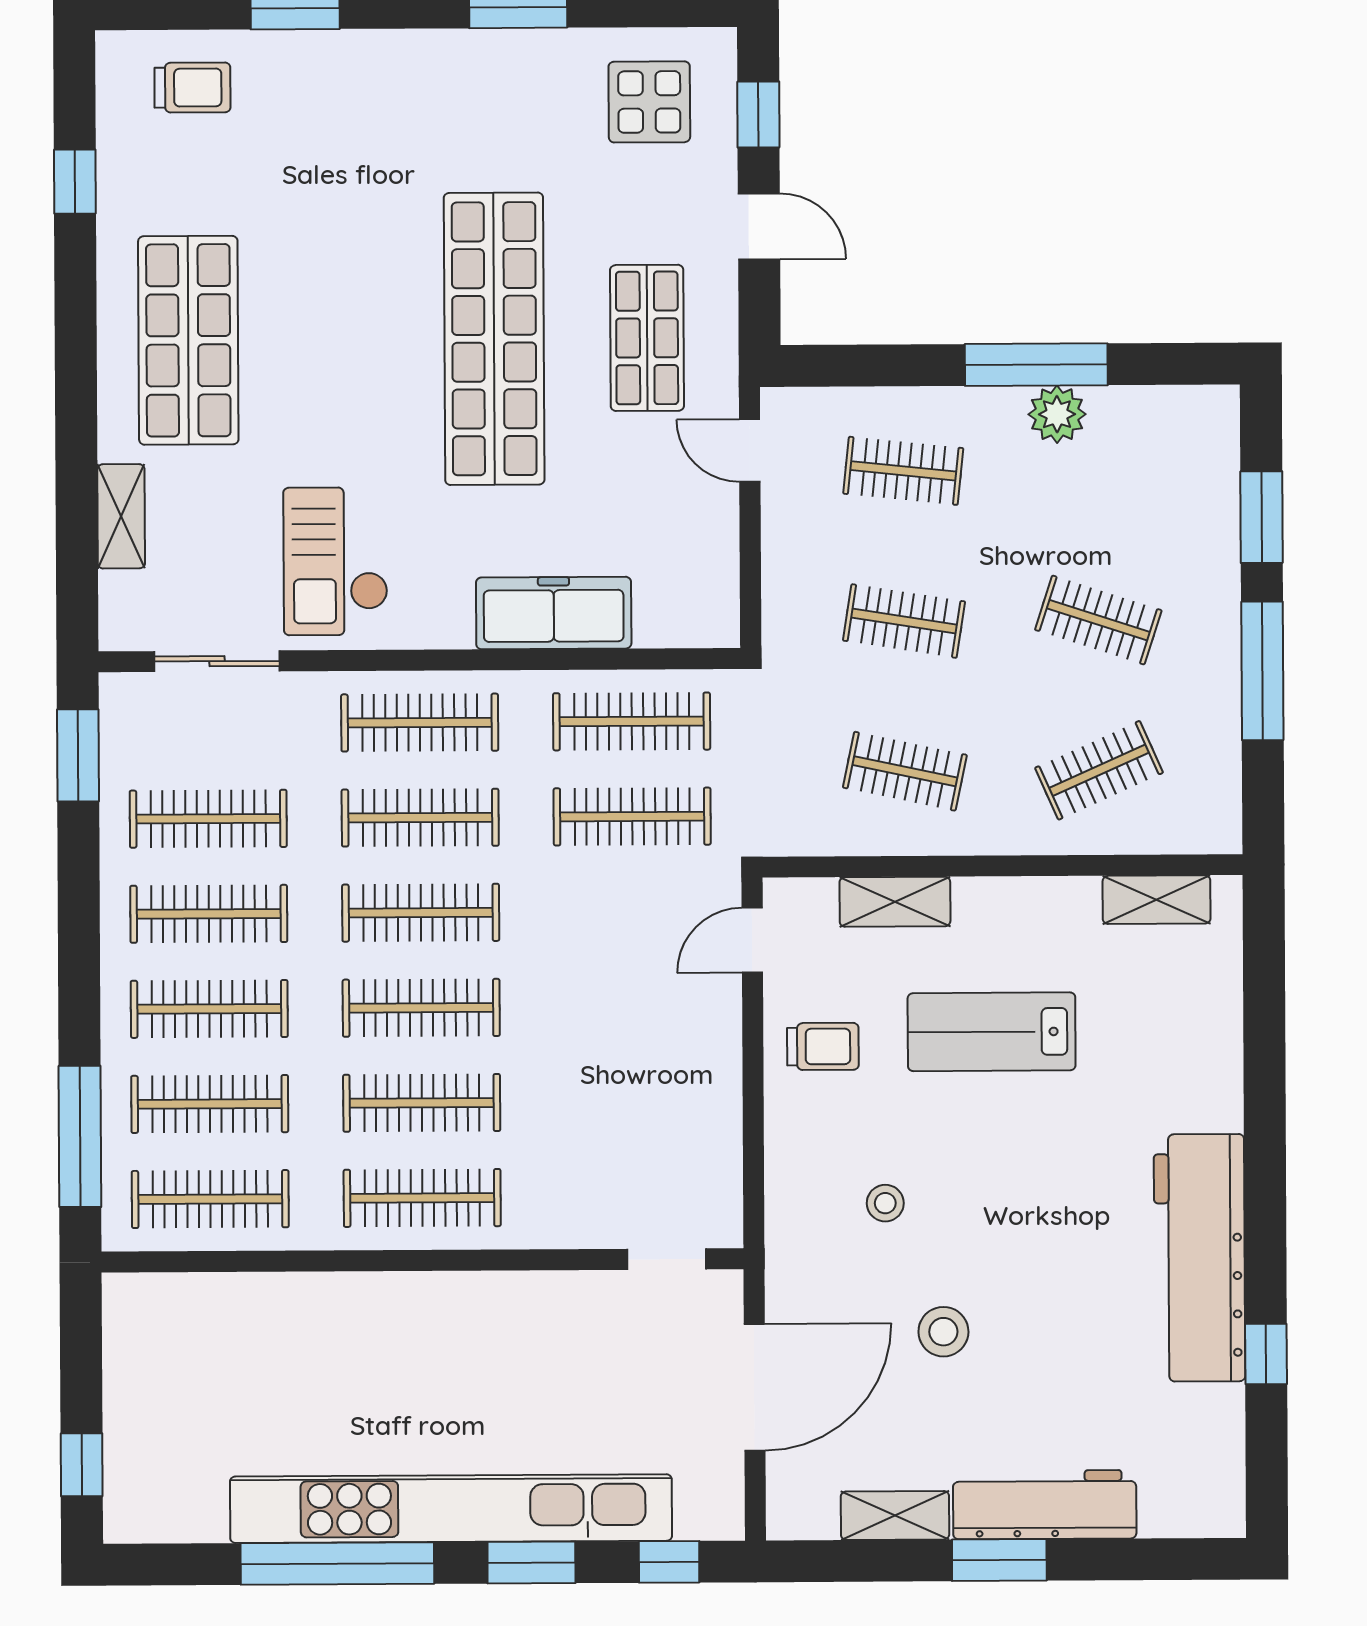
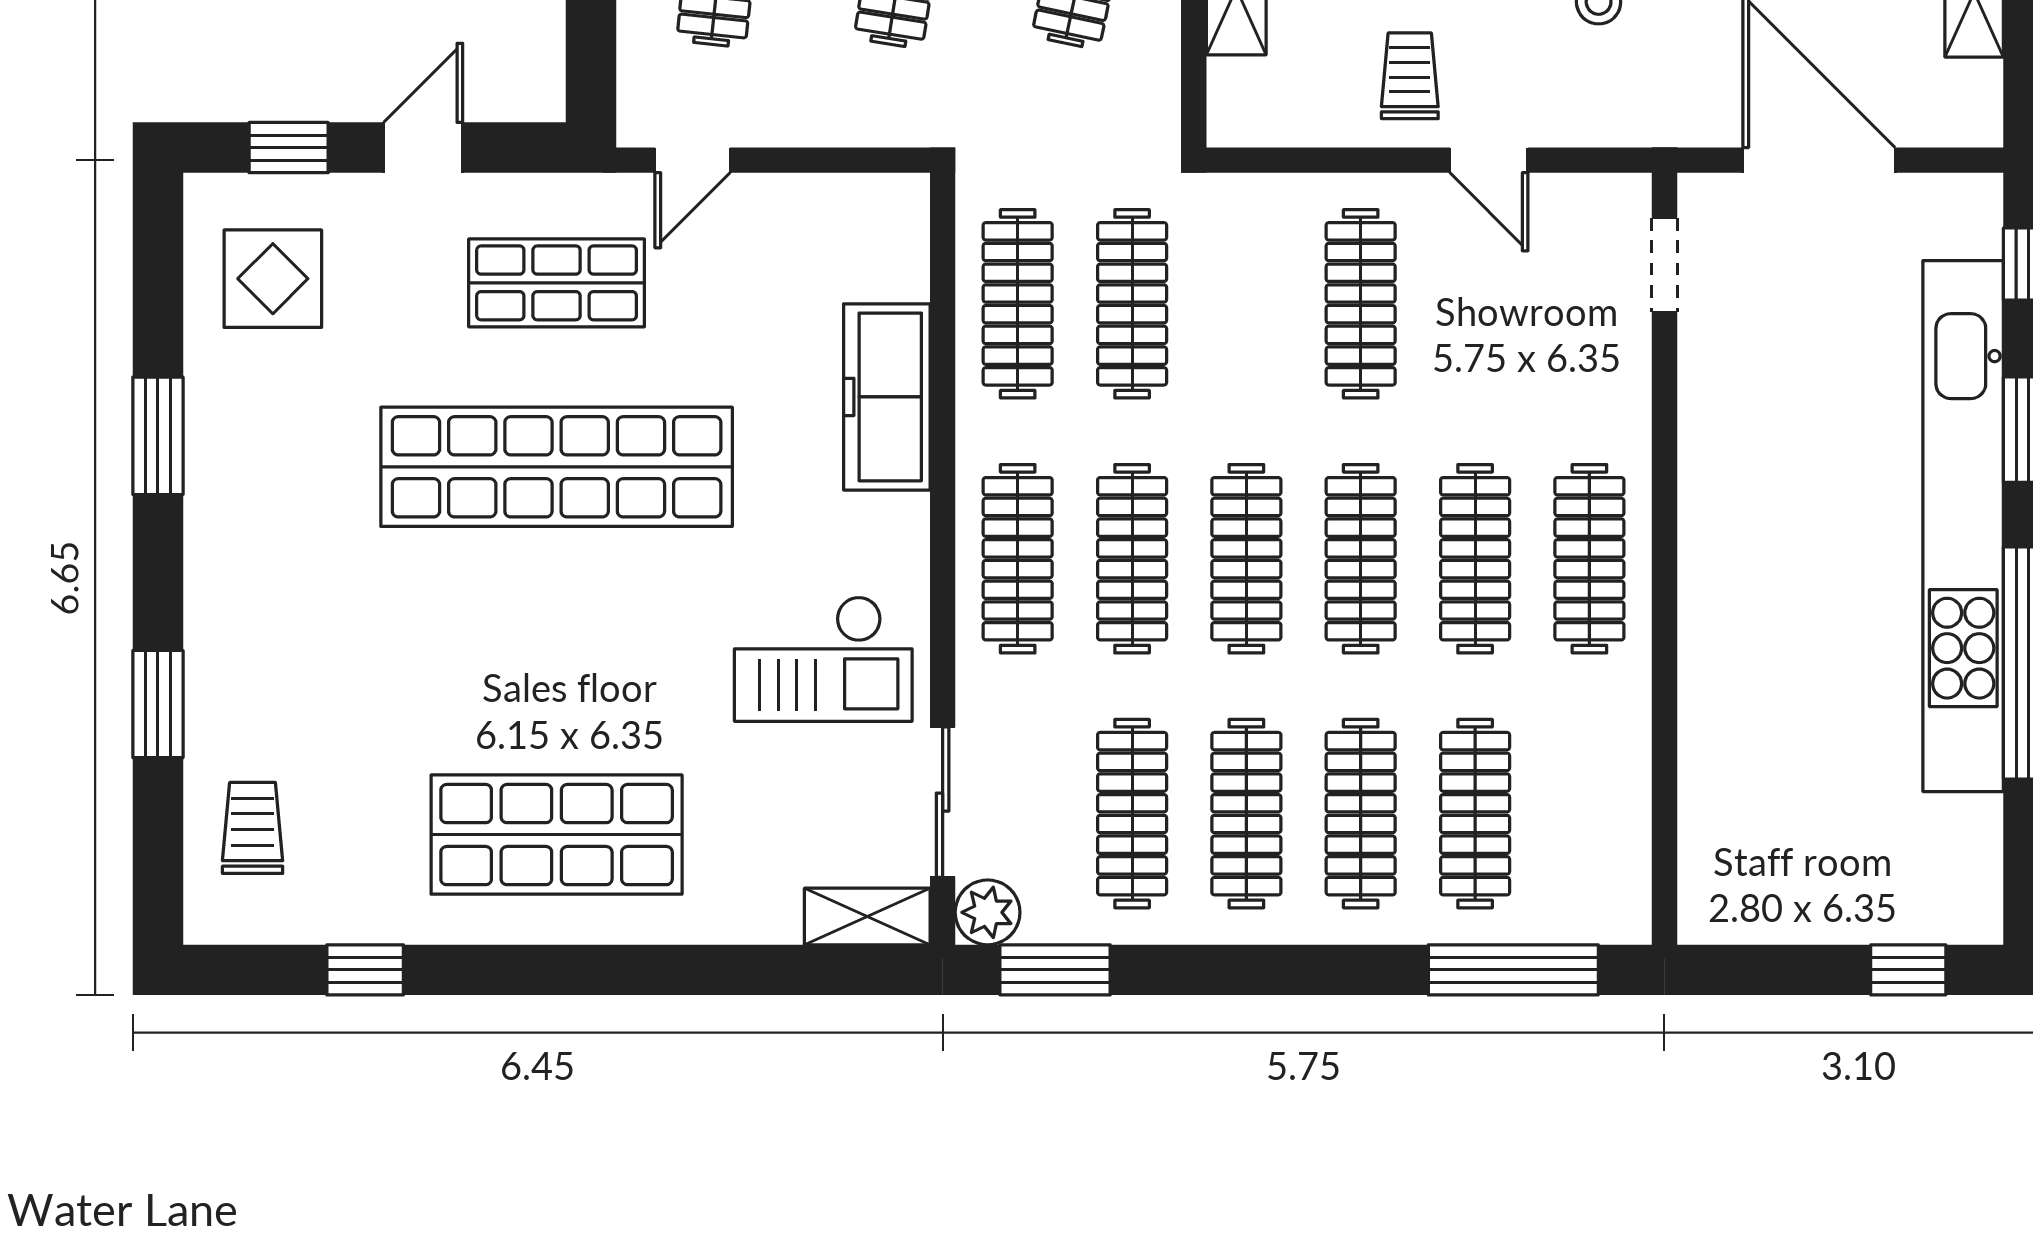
shelving: (121, 516) -> (867, 916), moved
plant: (125, 699) -> (988, 912), added
door: (752, 940) -> (1489, 160), moved
clothes rail: (210, 1199) -> (1361, 304), moved

